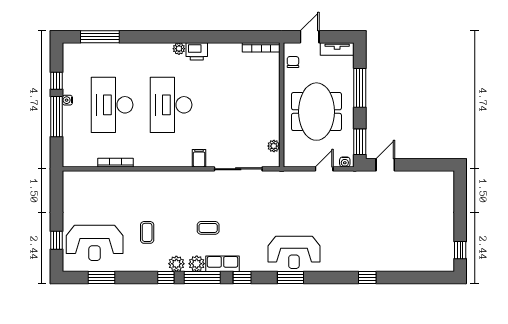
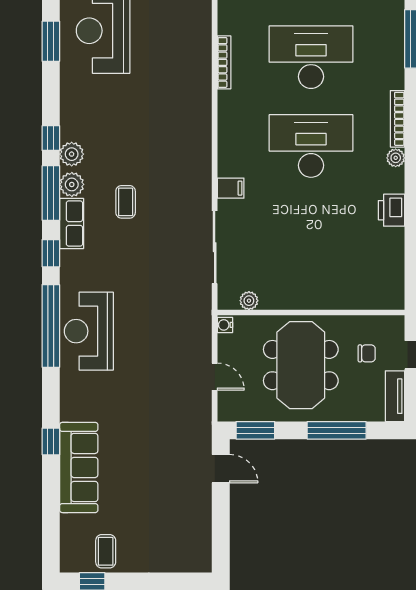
bookcase: (261, 47) -> (397, 119), moved
printer: (197, 51) -> (391, 210), moved
chair: (293, 62) -> (367, 353), moved
meeting table: (316, 112) -> (301, 365), turned 90
water cooler: (345, 162) -> (225, 325), moved
coffee table: (147, 232) -> (106, 551), moved, turned 90
sofa: (384, 259) -> (79, 467), added
window: (291, 278) -> (51, 326), width x2.11

